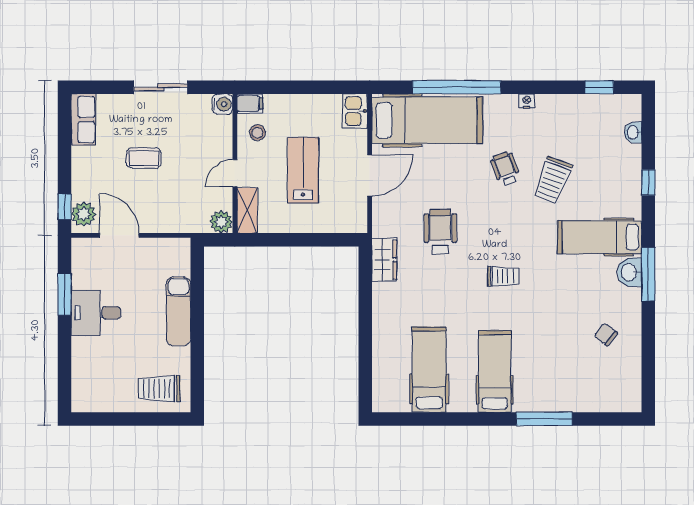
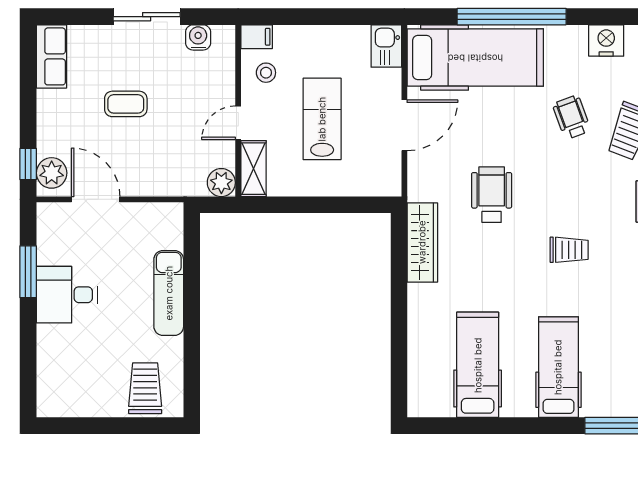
nightstand: (527, 101) -> (606, 41), width x1.89, depth x1.79
water cooler: (222, 104) -> (198, 37), moved, turned -90
wardrobe: (384, 260) -> (422, 242), width x1.50
trolley: (159, 389) -> (145, 388), turned 90

